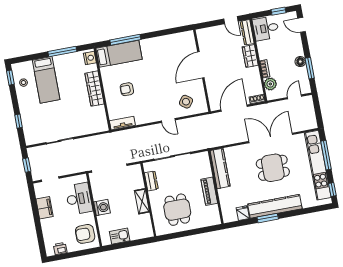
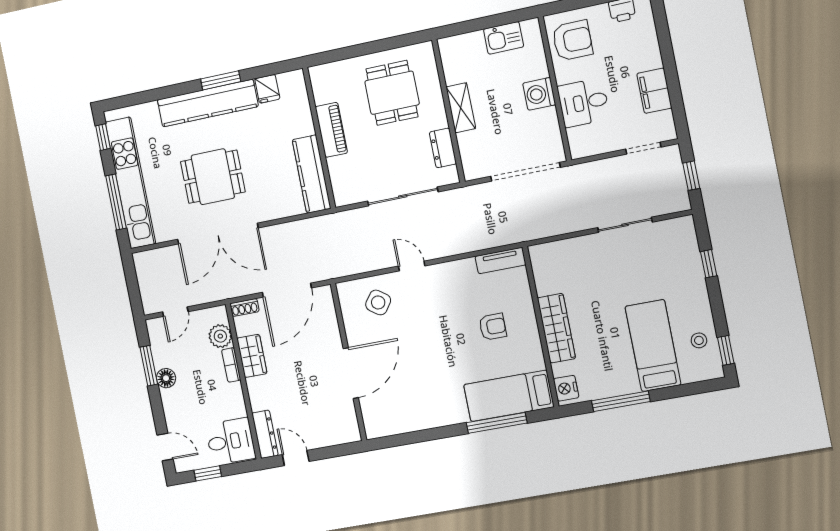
wardrobe: (250, 56) -> (252, 356), moved
desk: (79, 199) -> (584, 103), width x0.73

